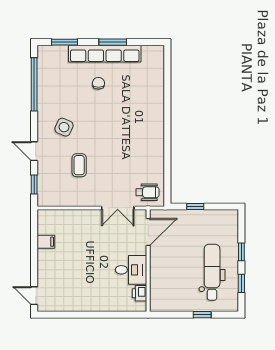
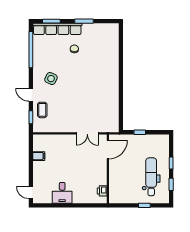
row of seats: (105, 54) -> (57, 29), moved
coffee table: (79, 165) -> (42, 110), moved
wheelchair: (147, 192) -> (107, 123), removed
desk: (131, 270) -> (62, 193), moved, turned 90

